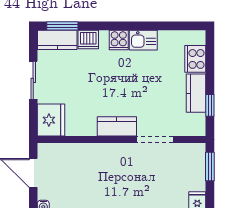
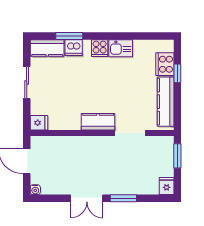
window: (62, 26) -> (69, 36), moved
kitchen counter: (196, 93) -> (166, 102), width x1.50
window: (210, 105) -> (177, 73), moved
fridge: (51, 120) -> (39, 123), width x0.53, depth x0.75

